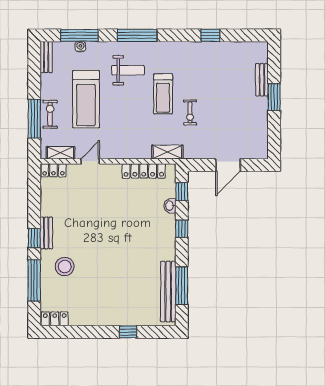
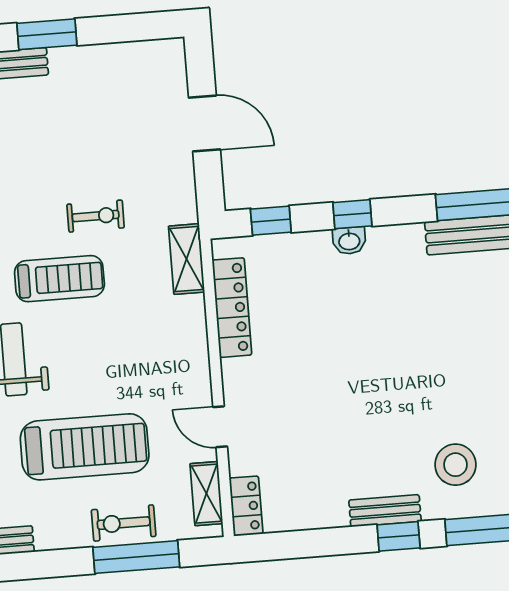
washbasin: (170, 206) -> (349, 241), moved

